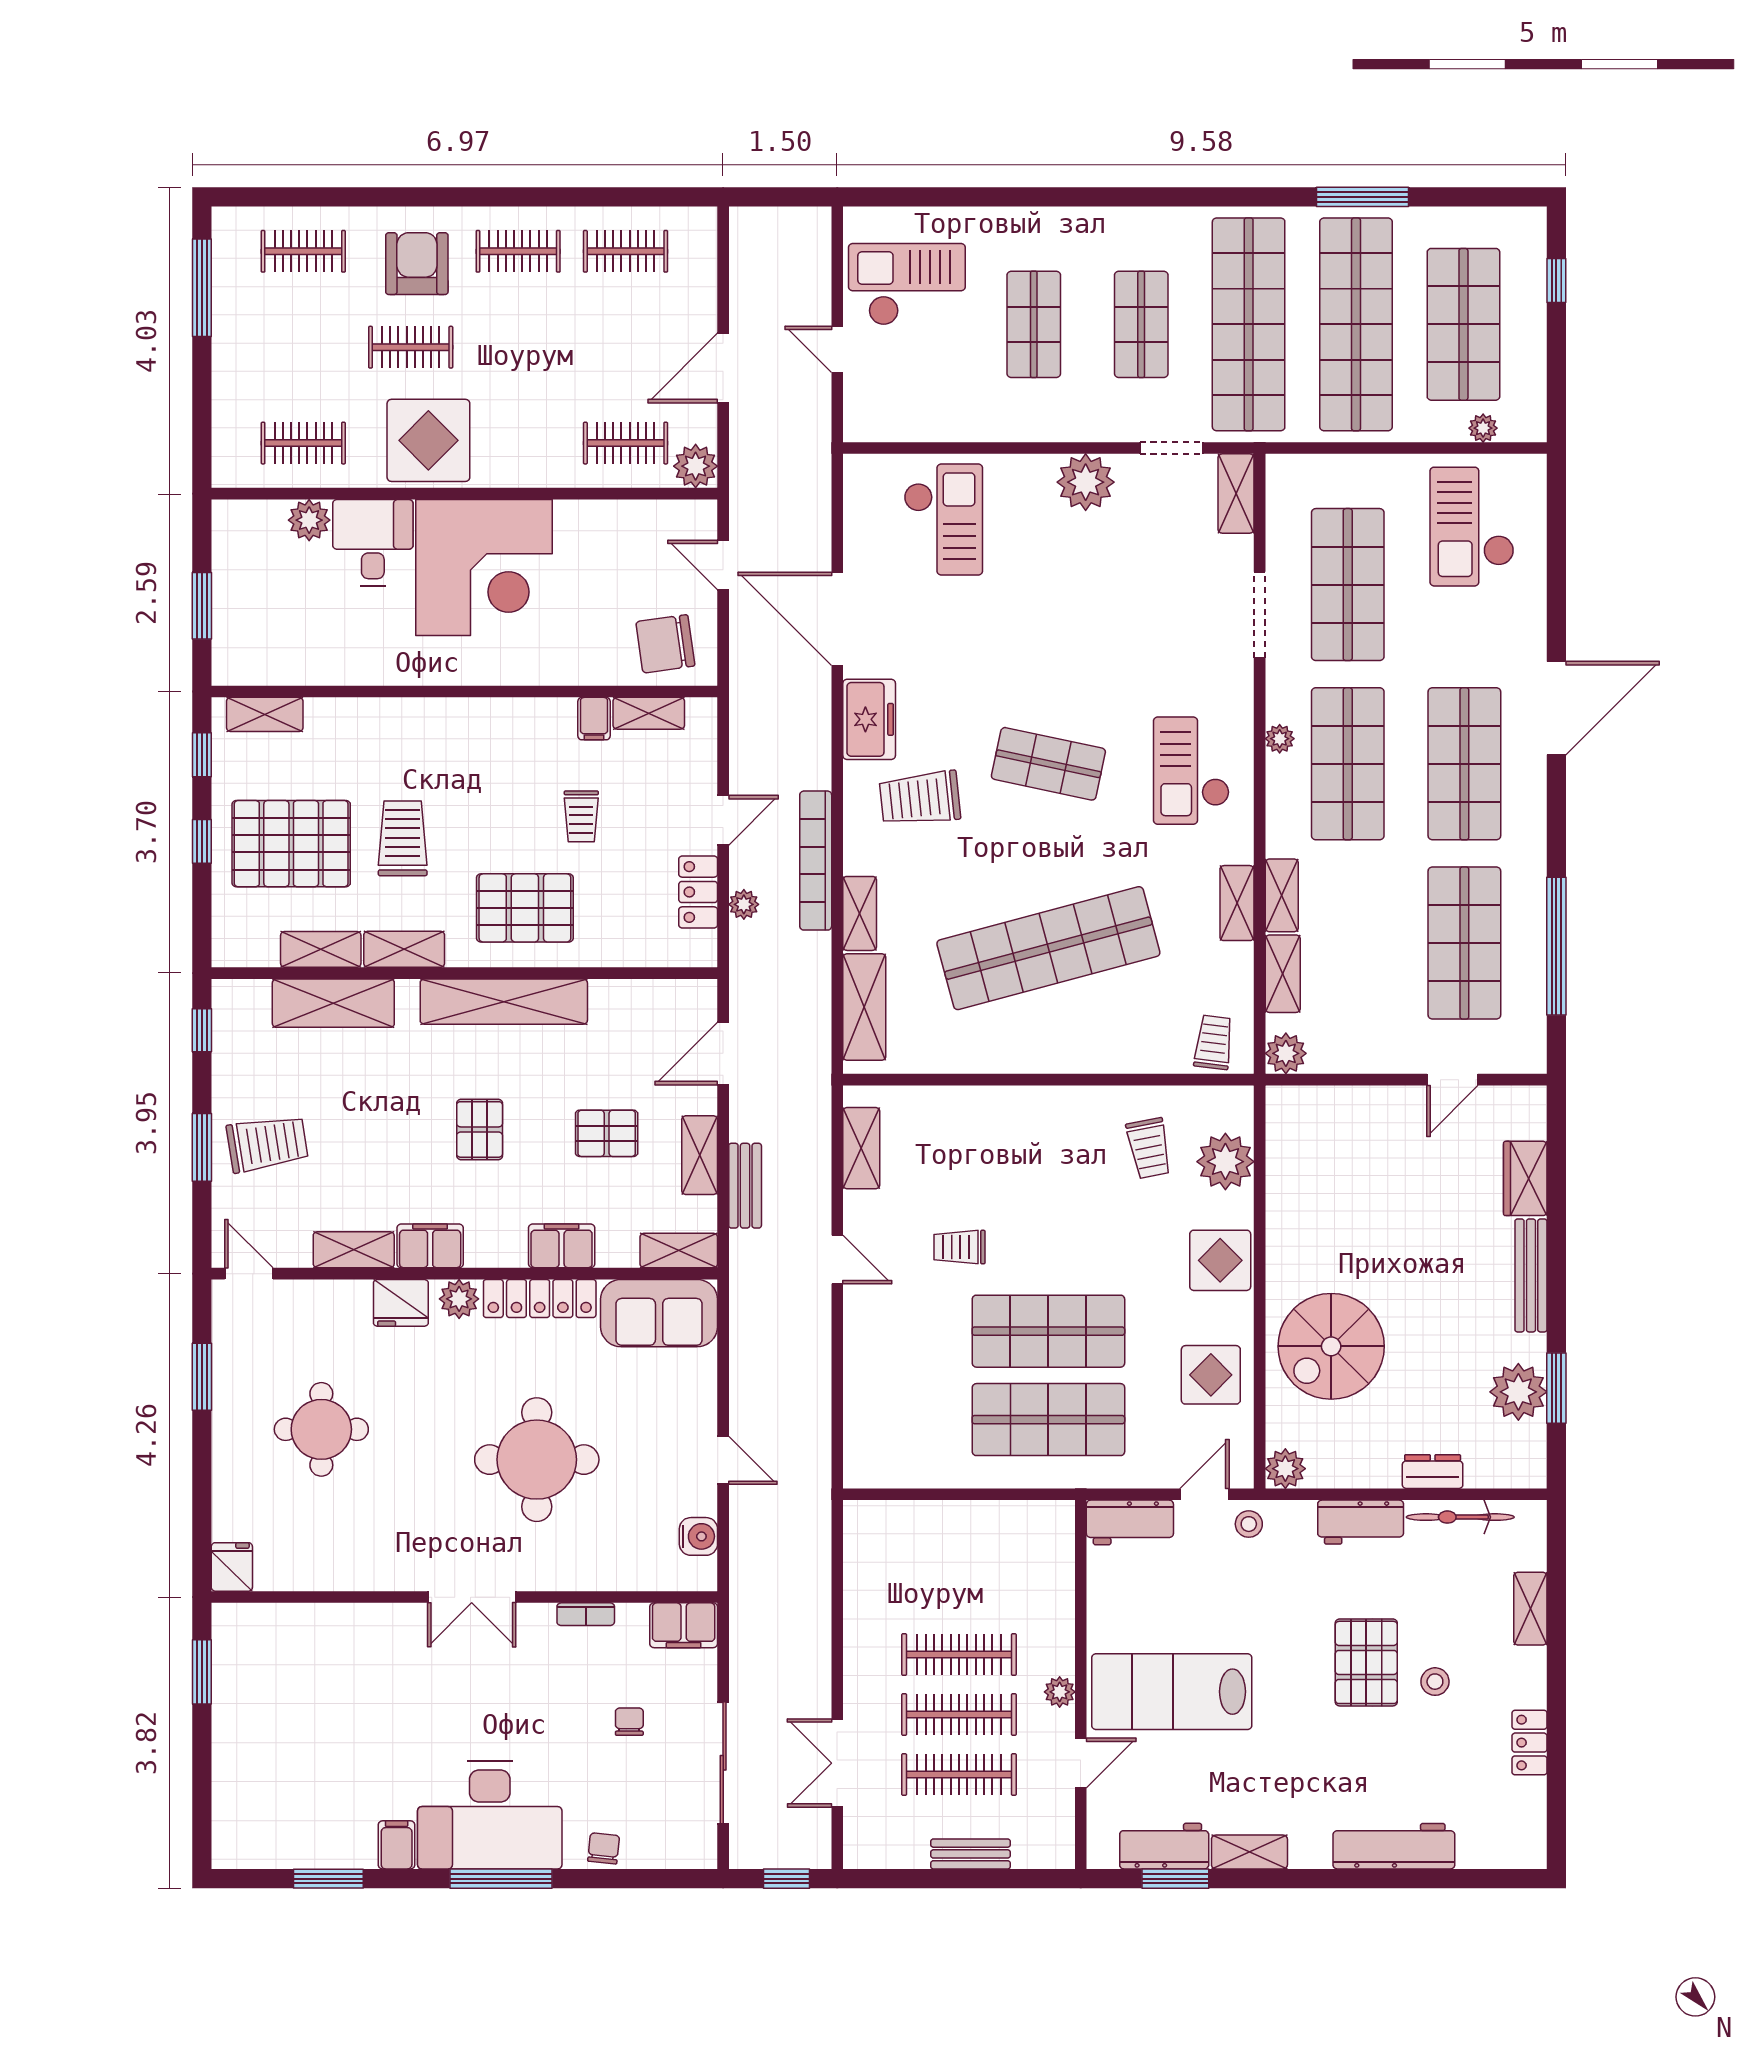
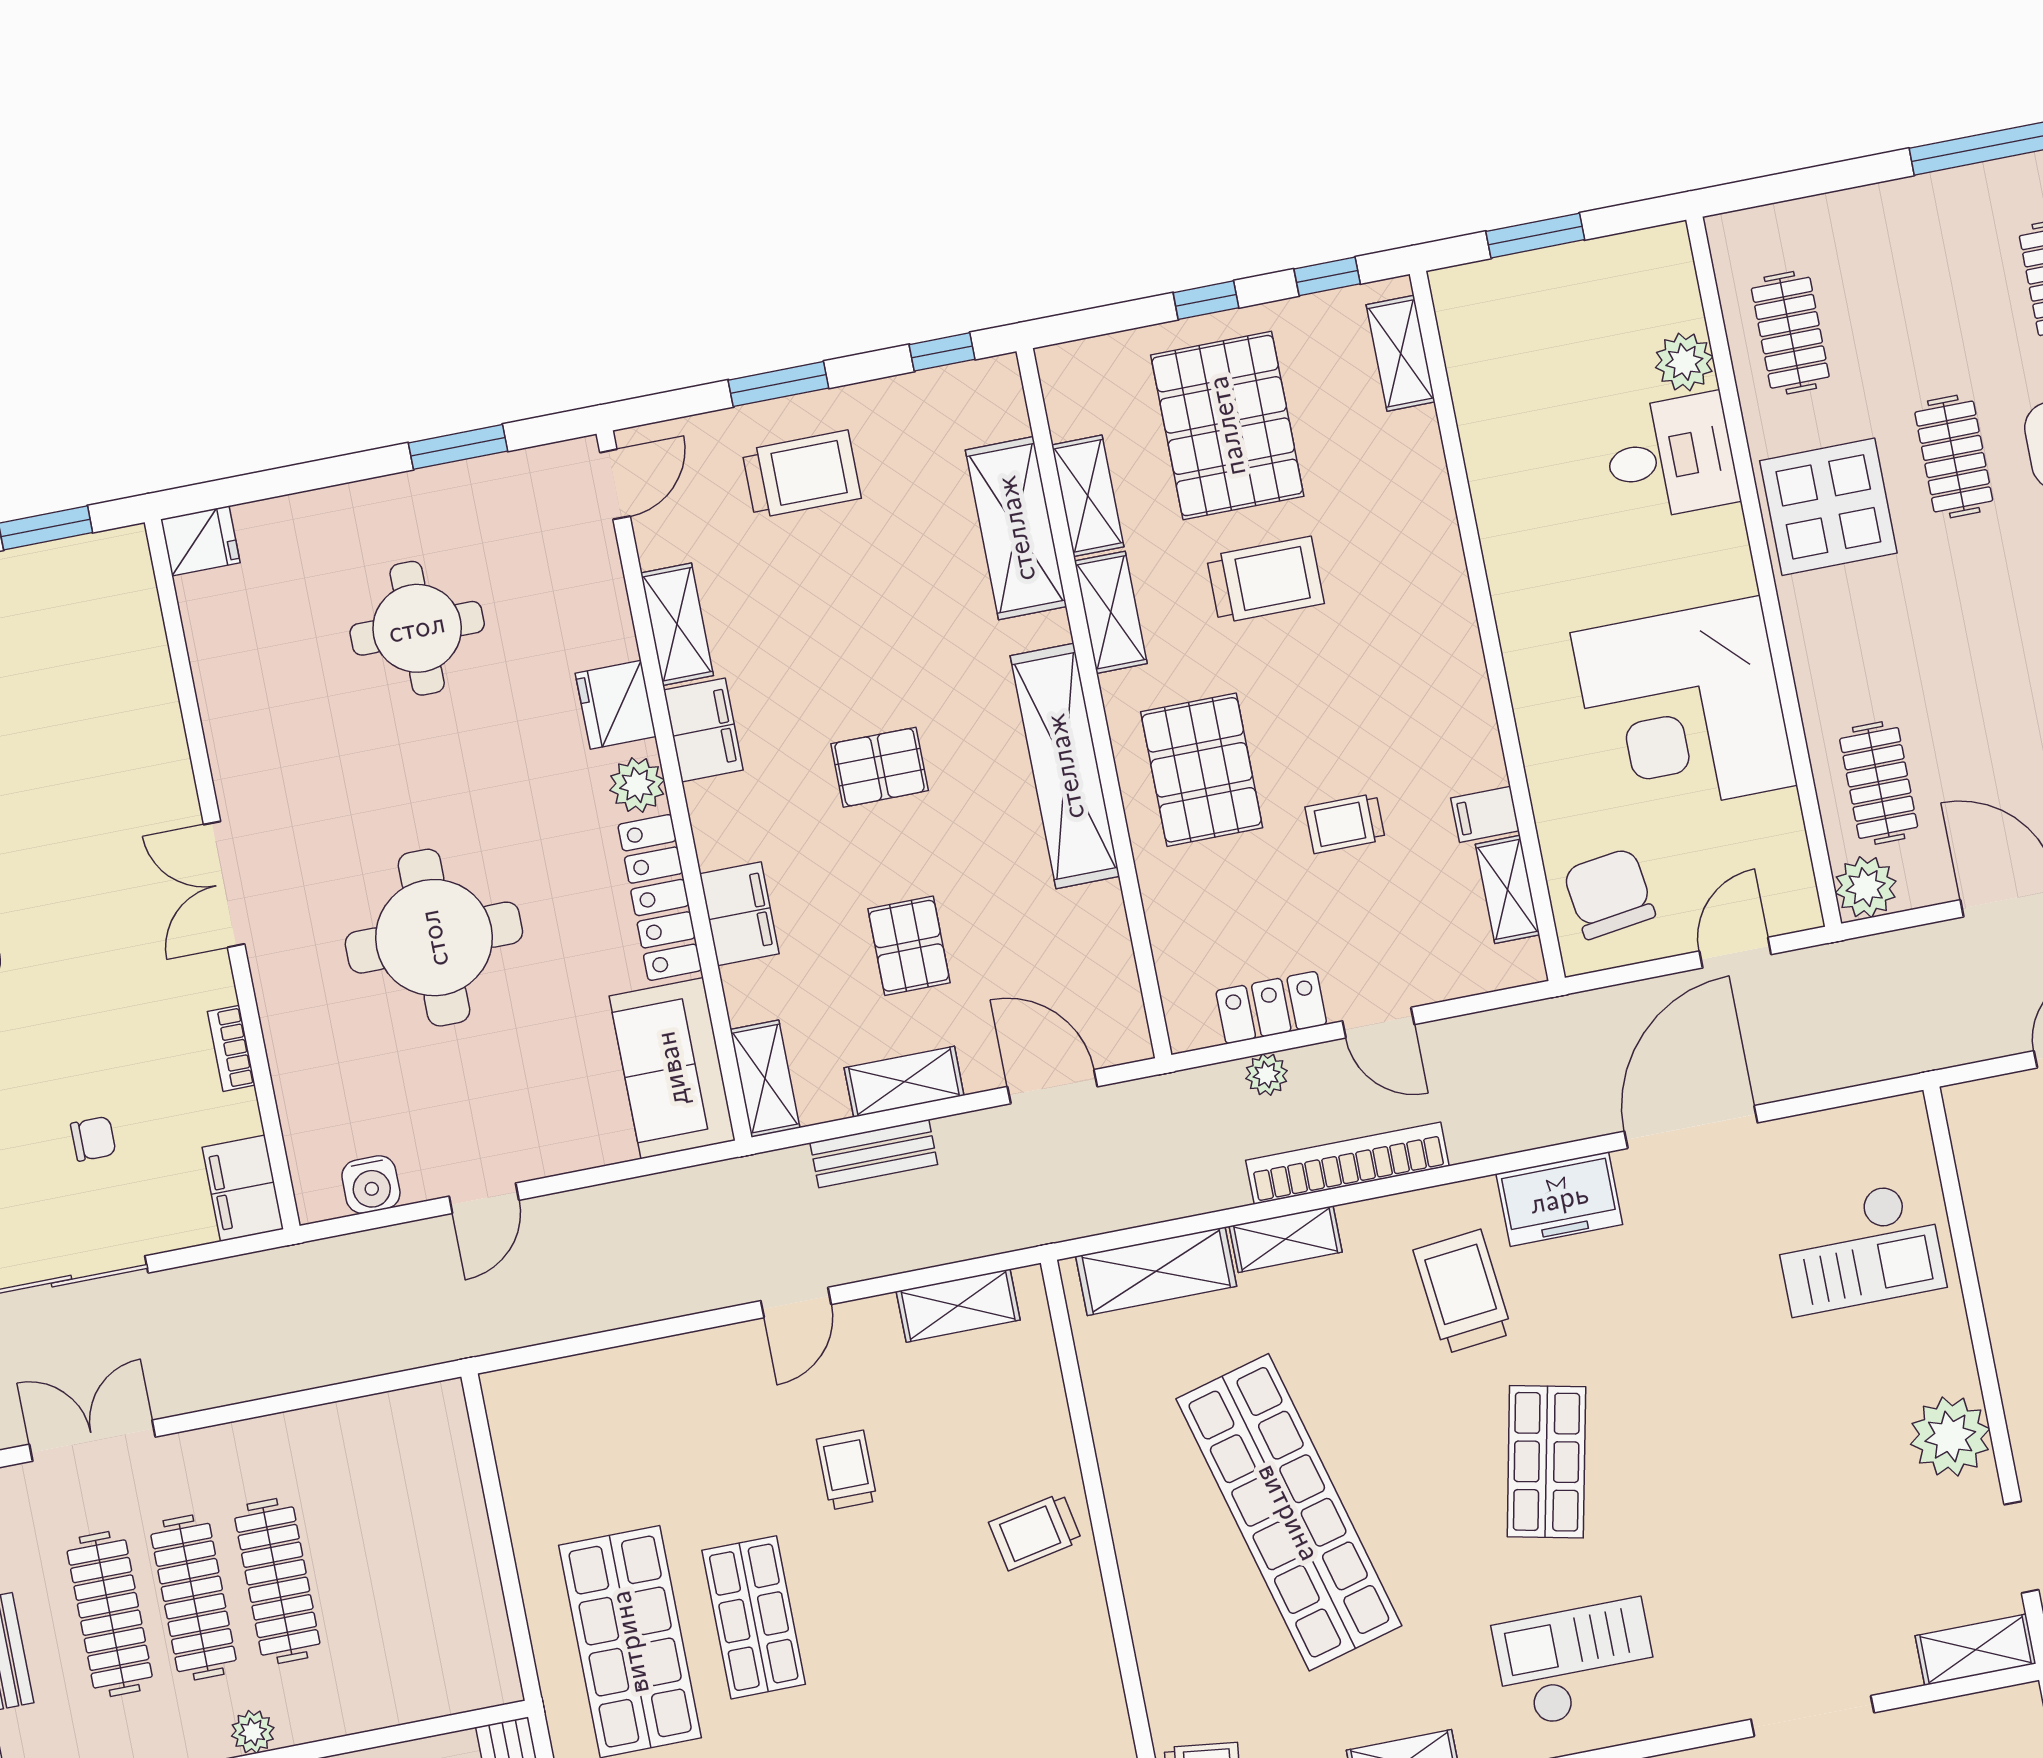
corner desk: (484, 567) -> (1684, 709), moved
trolley: (267, 1144) -> (802, 474), turned -81
trolley: (1149, 1148) -> (1035, 1532), moved
shop shelf: (1048, 1331) -> (754, 1617), width x0.70, depth x0.74

